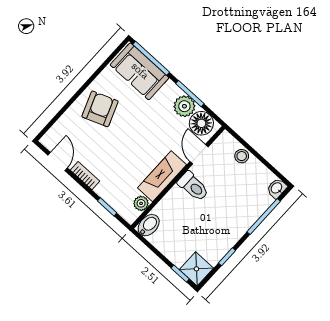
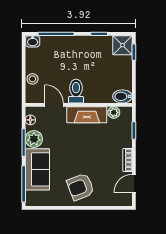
sofa: (140, 71) -> (37, 169), moved
floor lamp: (201, 123) -> (30, 120), width x0.53, depth x0.53
door: (199, 154) -> (54, 105), swing flipped

